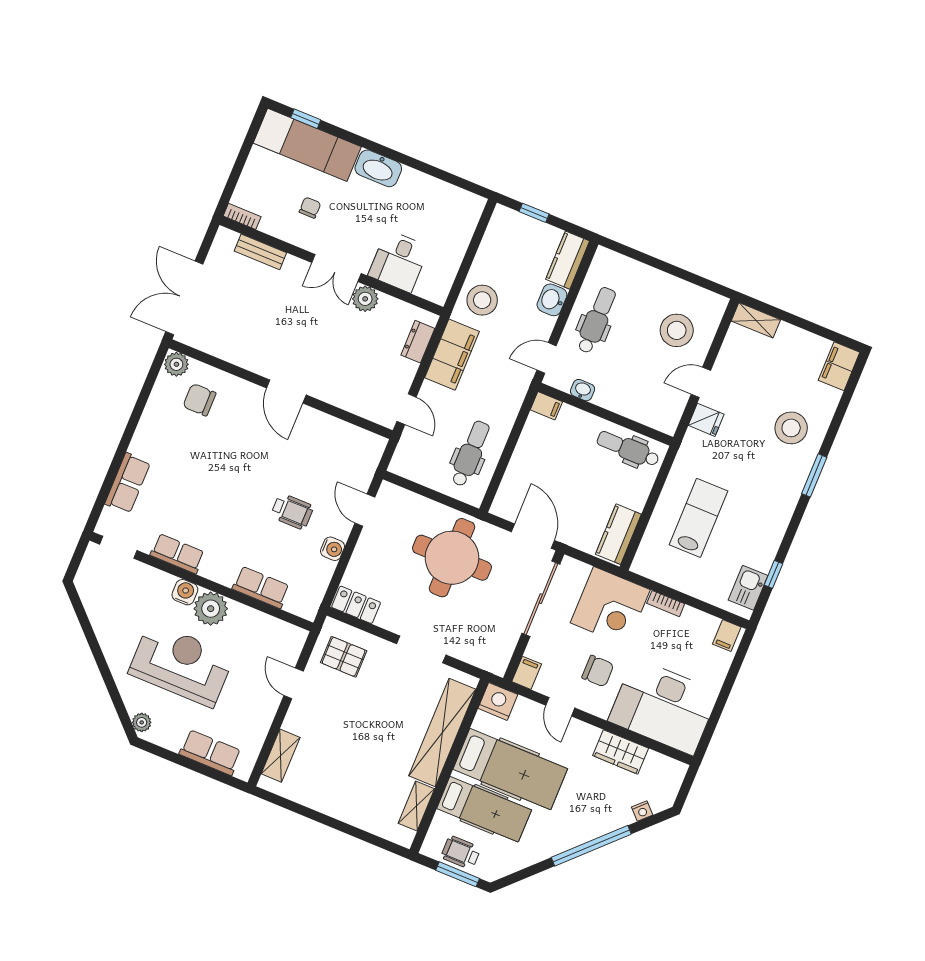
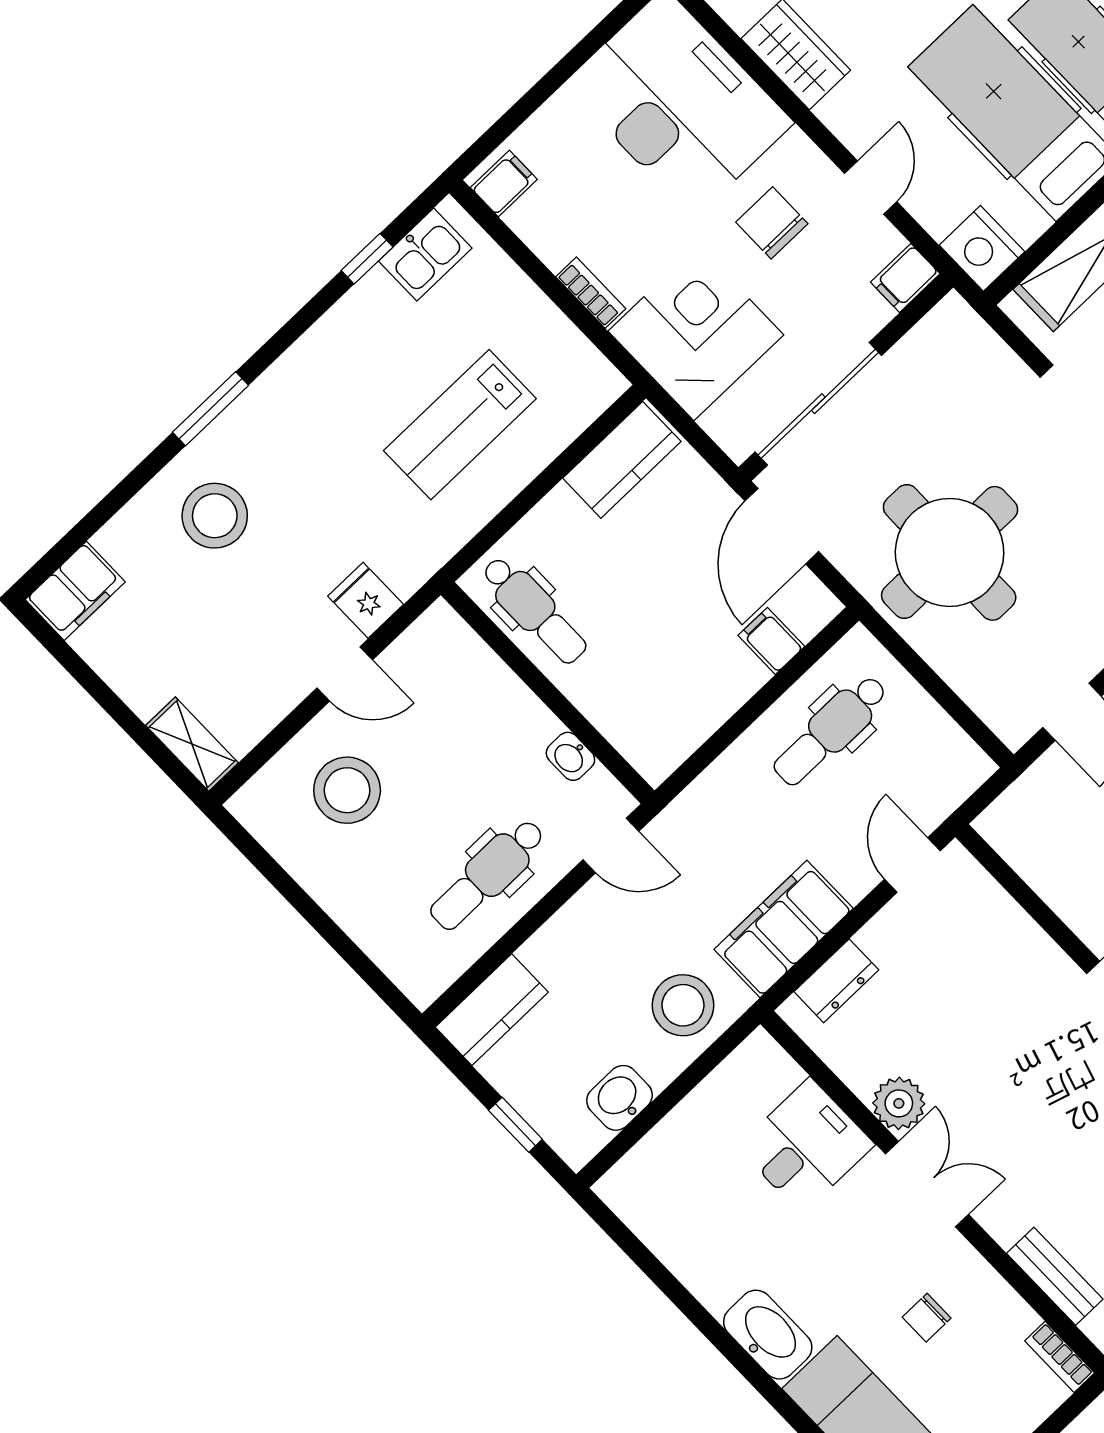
washbasin: (552, 300) -> (619, 1098), moved, turned 180
filing cabinet: (546, 406) -> (771, 641), moved

